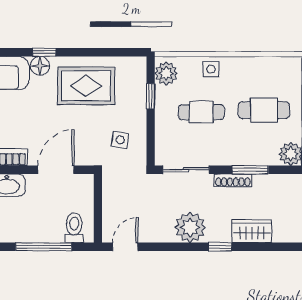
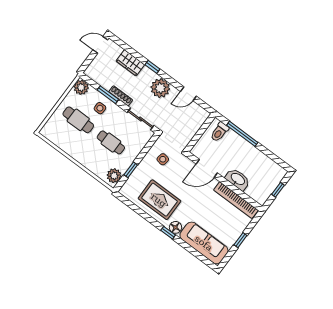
side table: (211, 69) -> (100, 108), moved
door: (125, 247) -> (188, 94), moved

